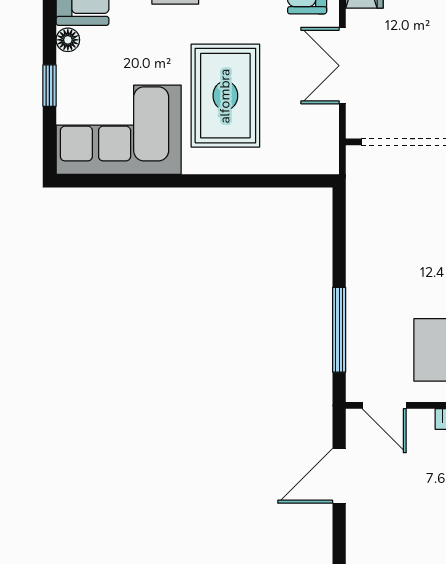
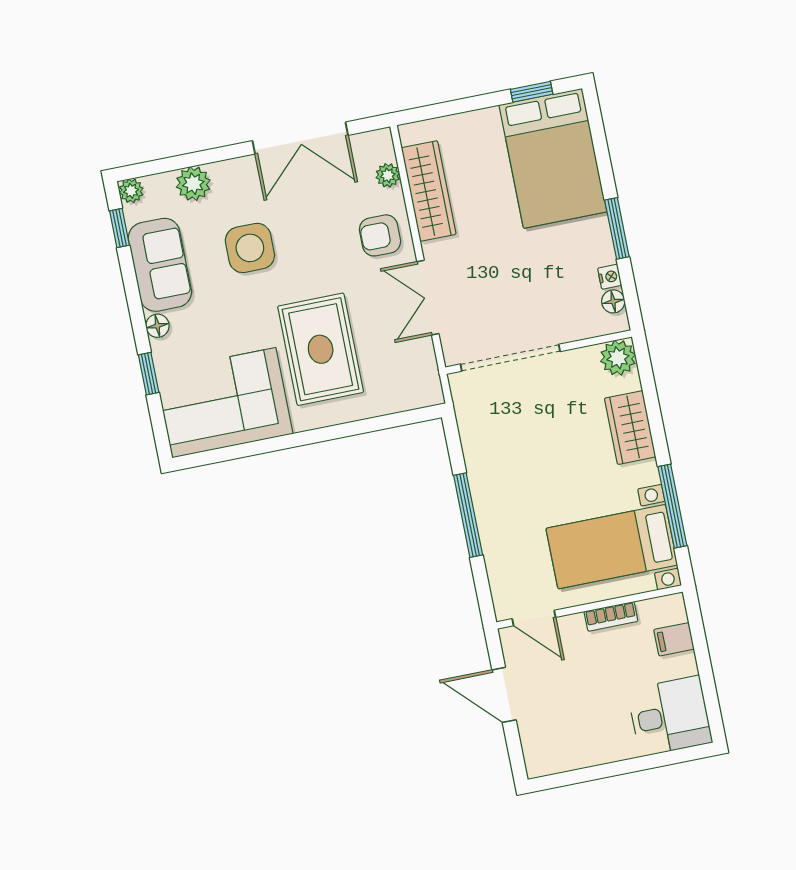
window: (339, 330) -> (468, 515), moved
door: (339, 476) -> (504, 695), hinge flipped

